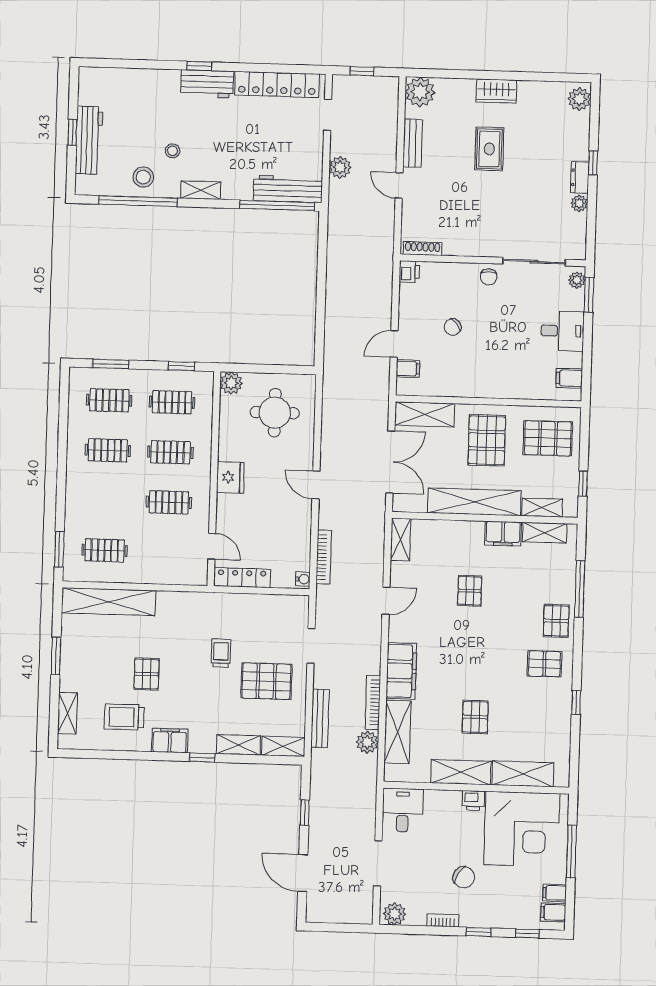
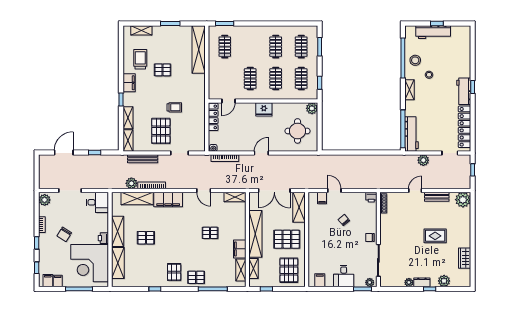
wardrobe: (496, 91) -> (465, 258), moved
plant: (579, 99) -> (444, 281), moved

